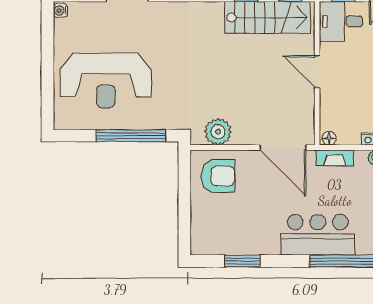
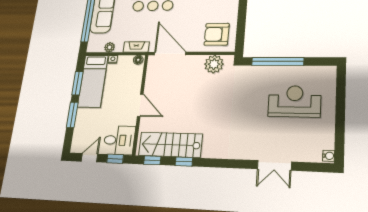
reception desk: (106, 80) -> (294, 101), width x0.74, depth x0.77

